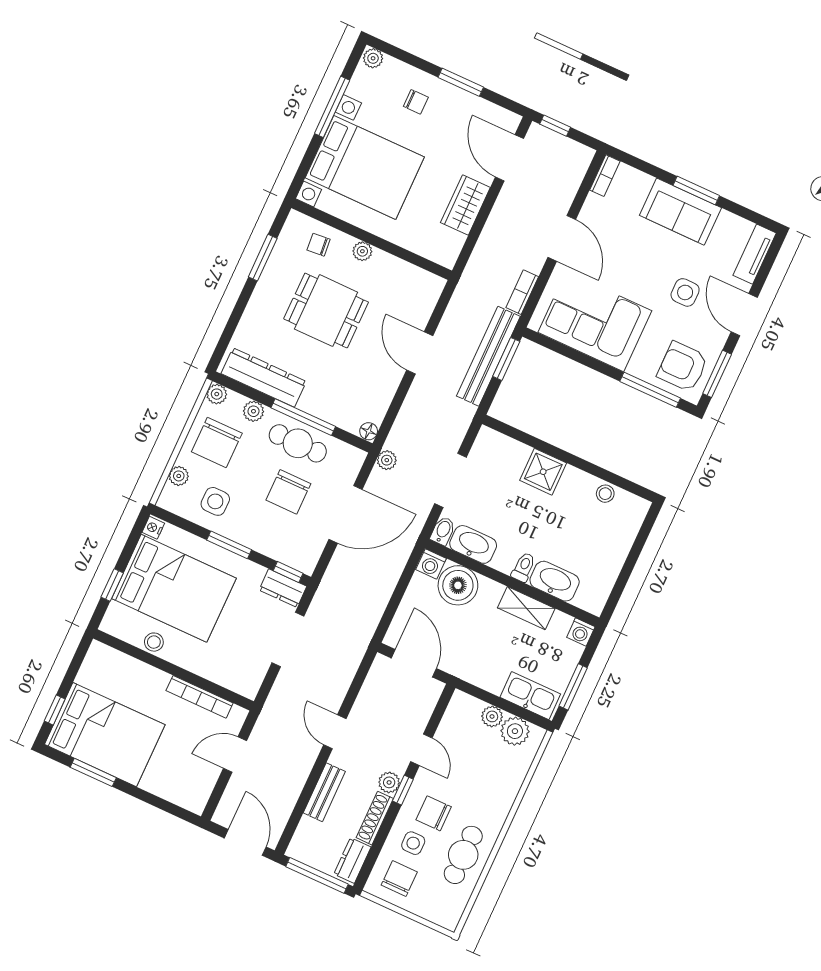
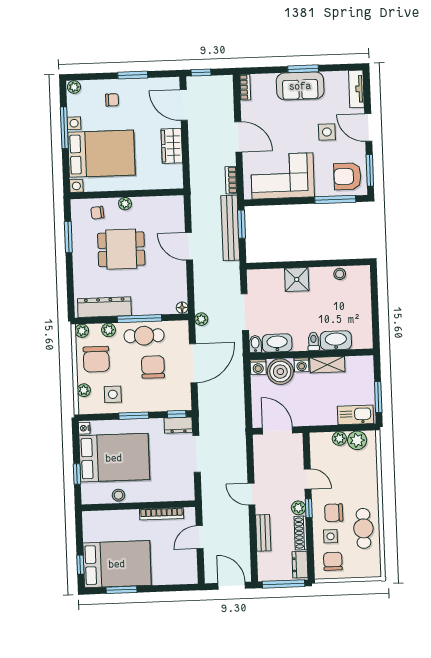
chair: (288, 492) -> (153, 367), turned 180
washing machine: (581, 632) -> (302, 365), moved

